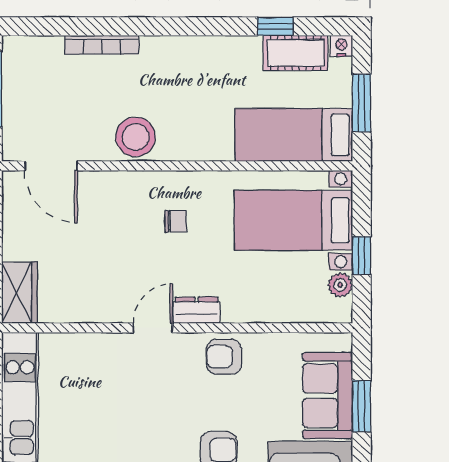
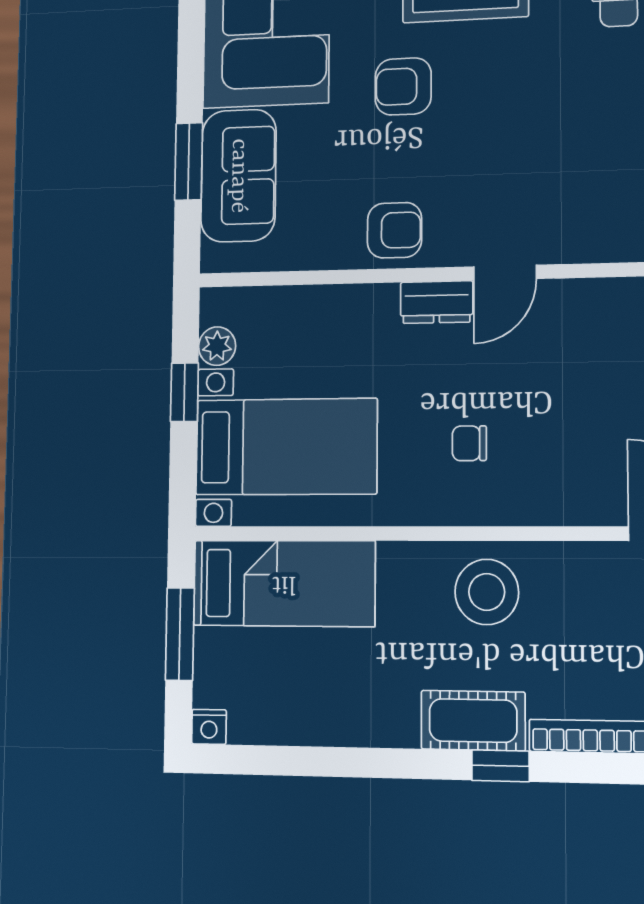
window: (275, 26) -> (501, 766), moved
cot: (296, 53) -> (473, 721), moved
stool: (136, 137) -> (487, 592), moved

